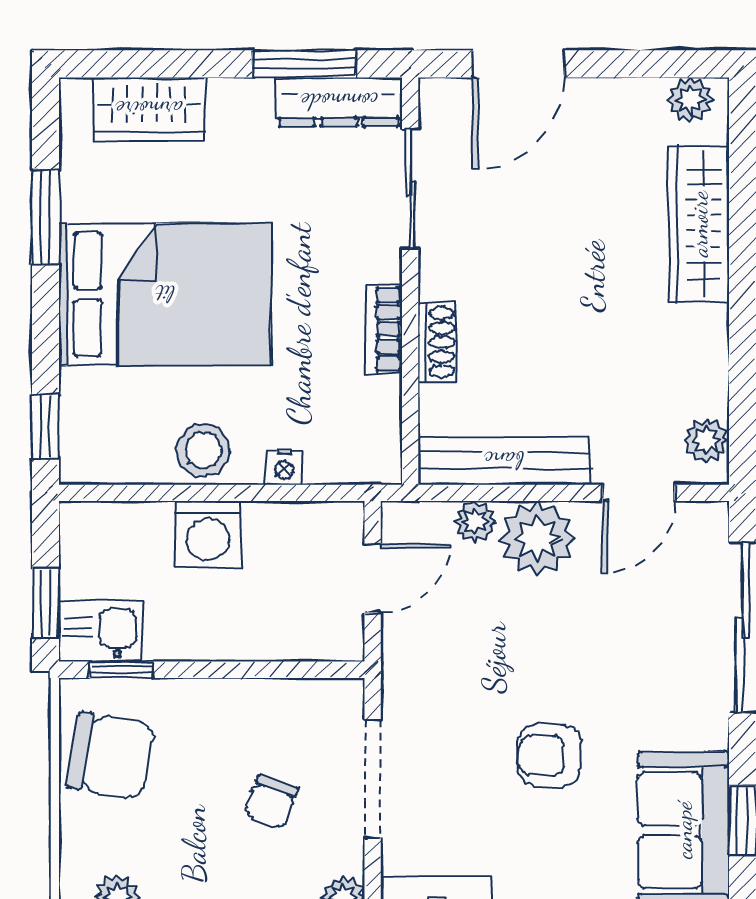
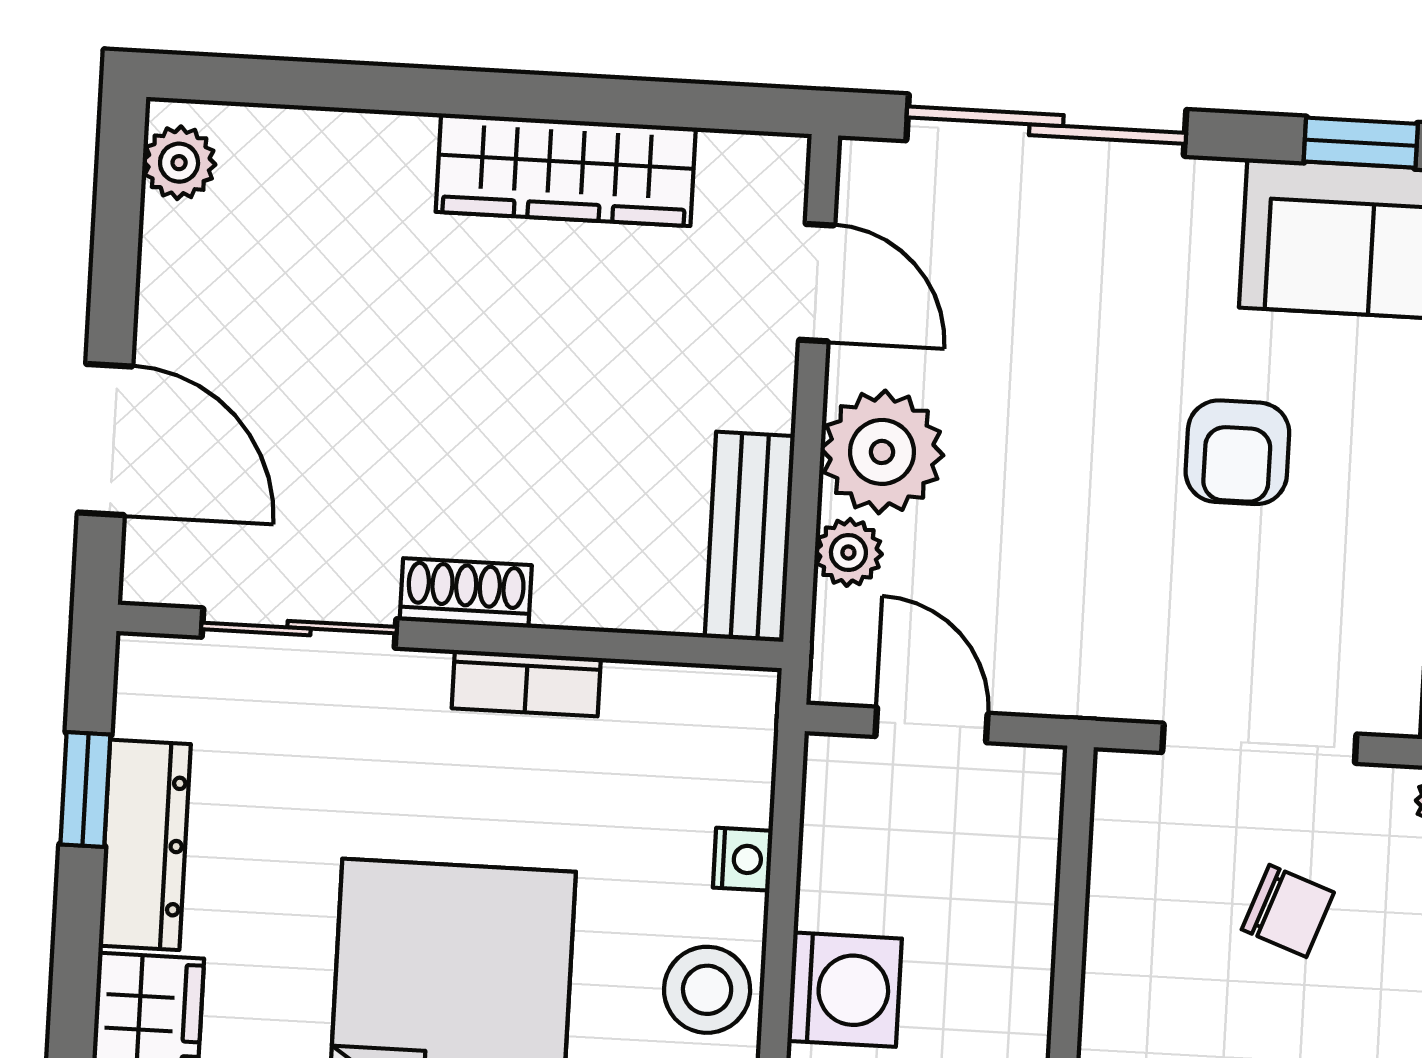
window: (304, 64) -> (85, 790), width x0.67
dresser: (339, 102) -> (145, 845), moved
wardrobe: (699, 224) -> (566, 170), moved
shoe rack: (437, 342) -> (466, 593), moved
plant: (707, 441) -> (738, 167), removed
bench: (504, 461) -> (750, 537), width x0.73

